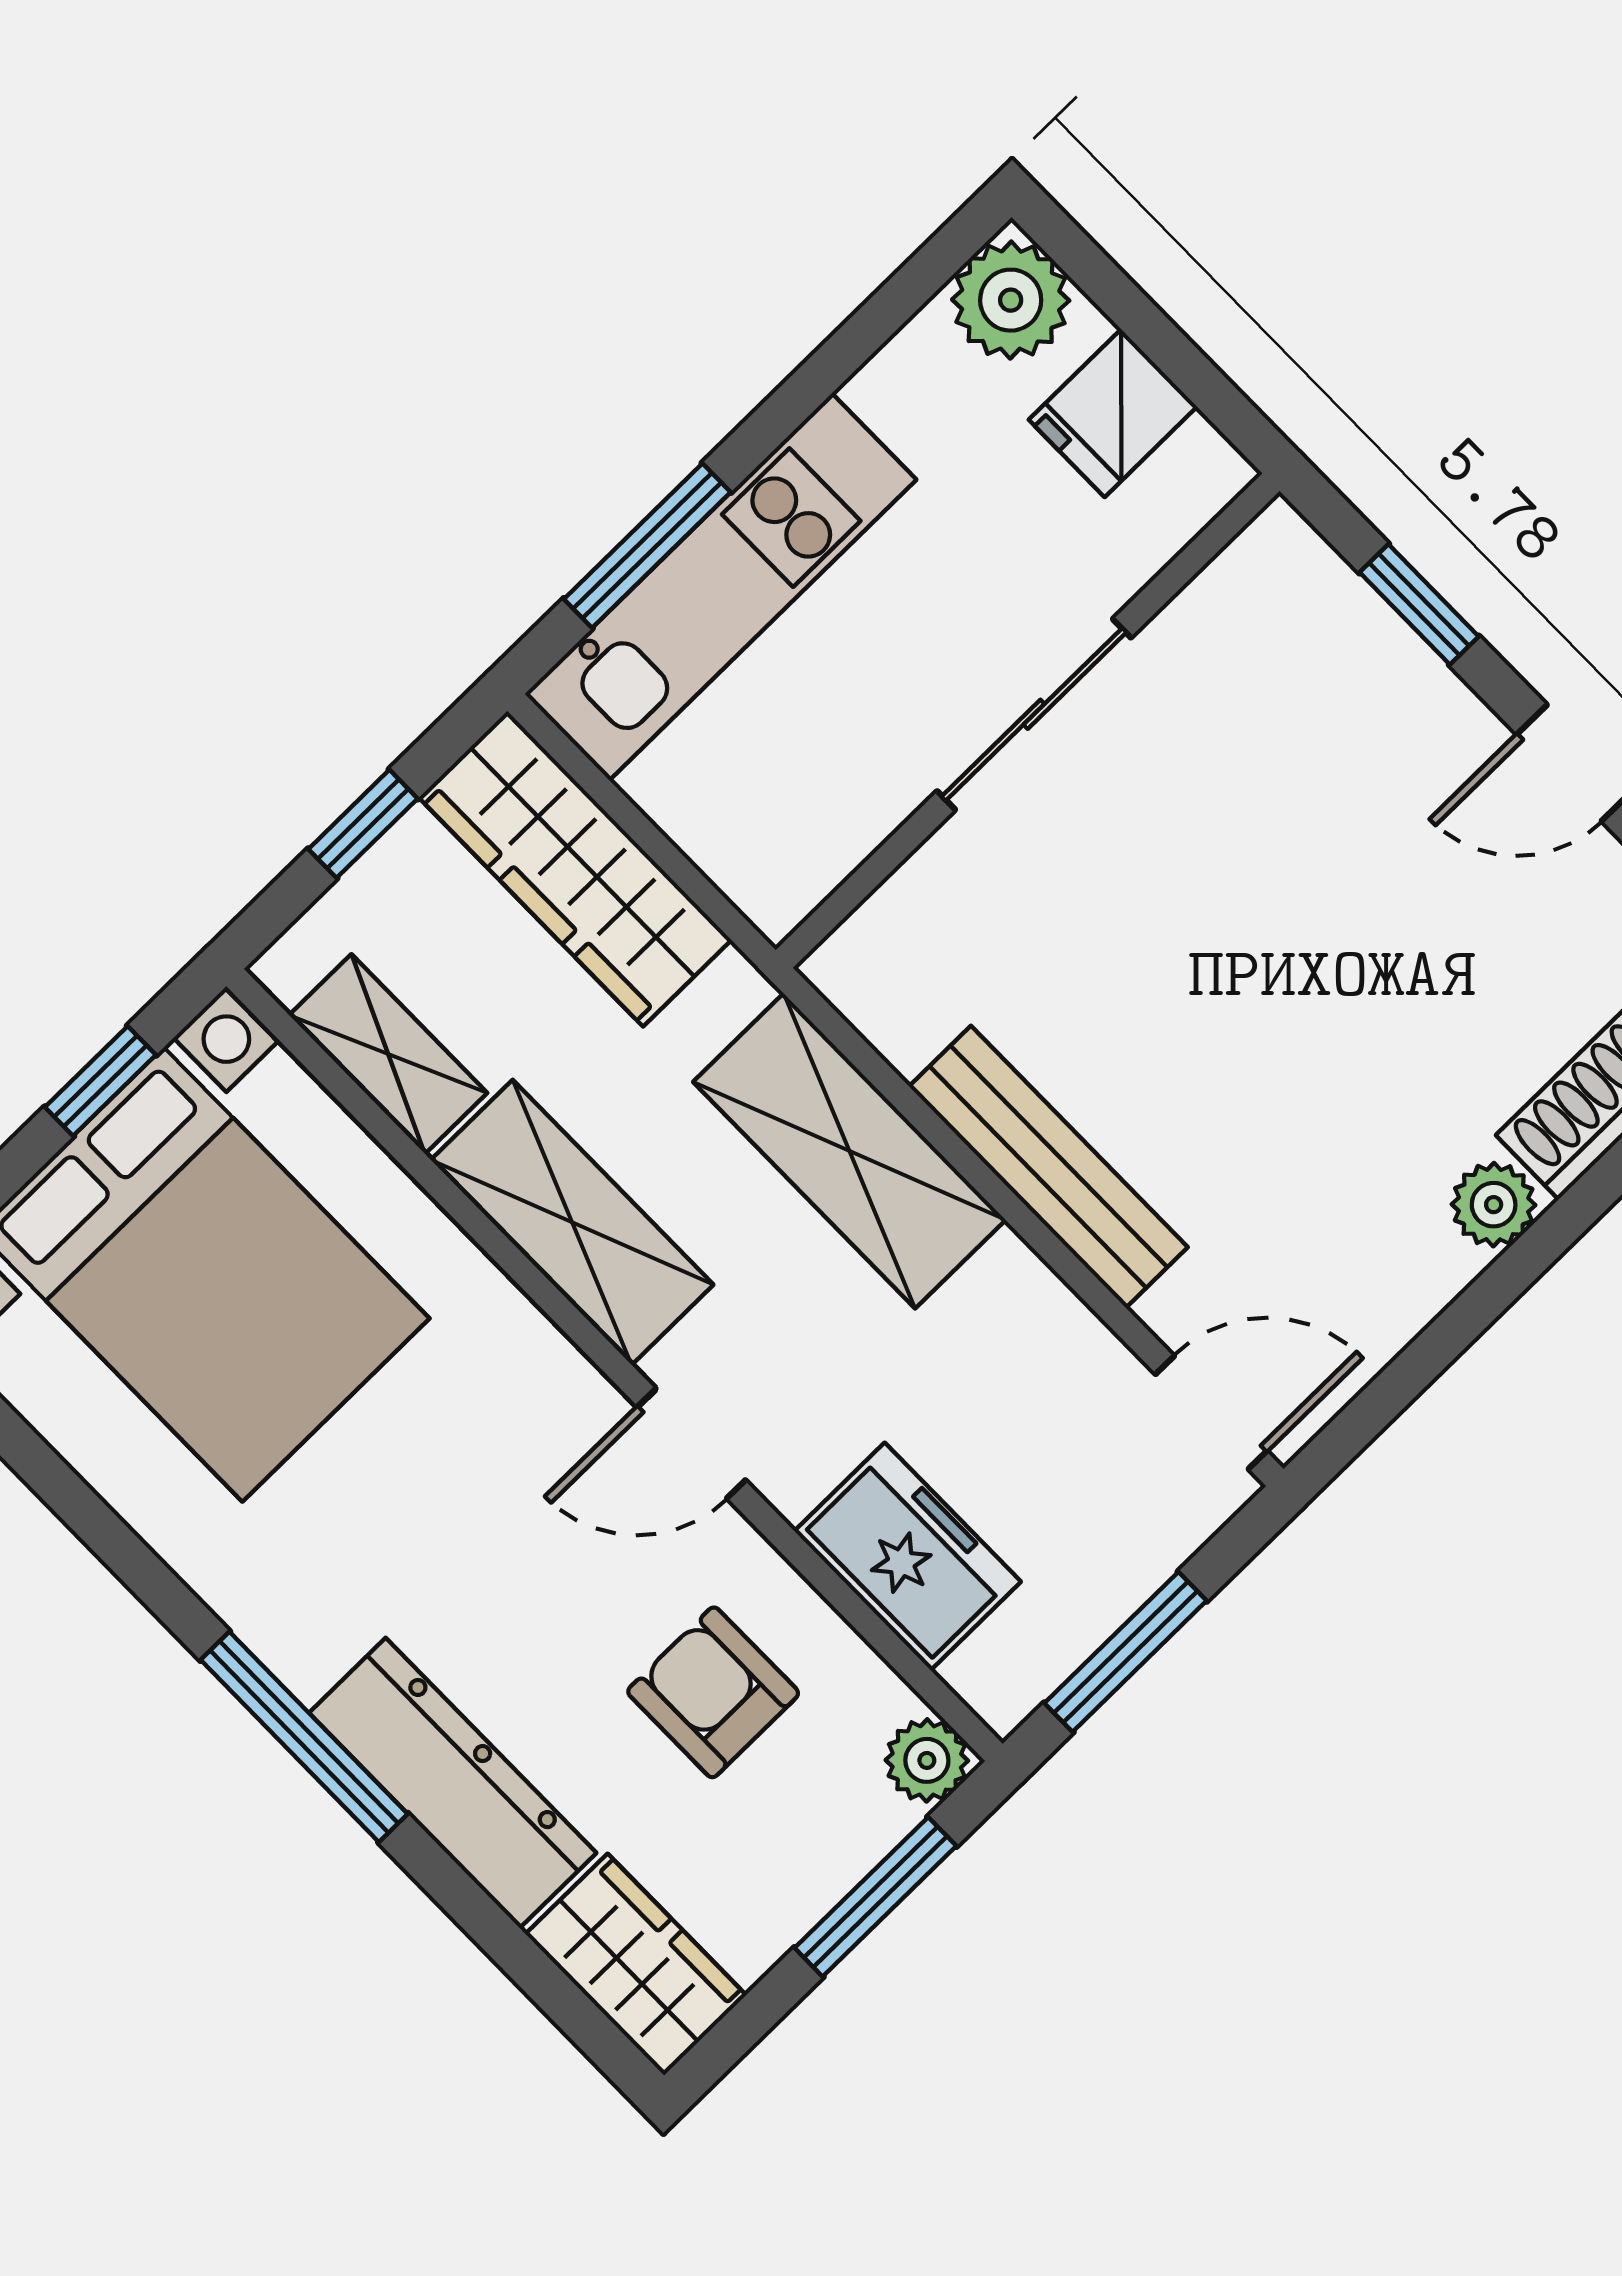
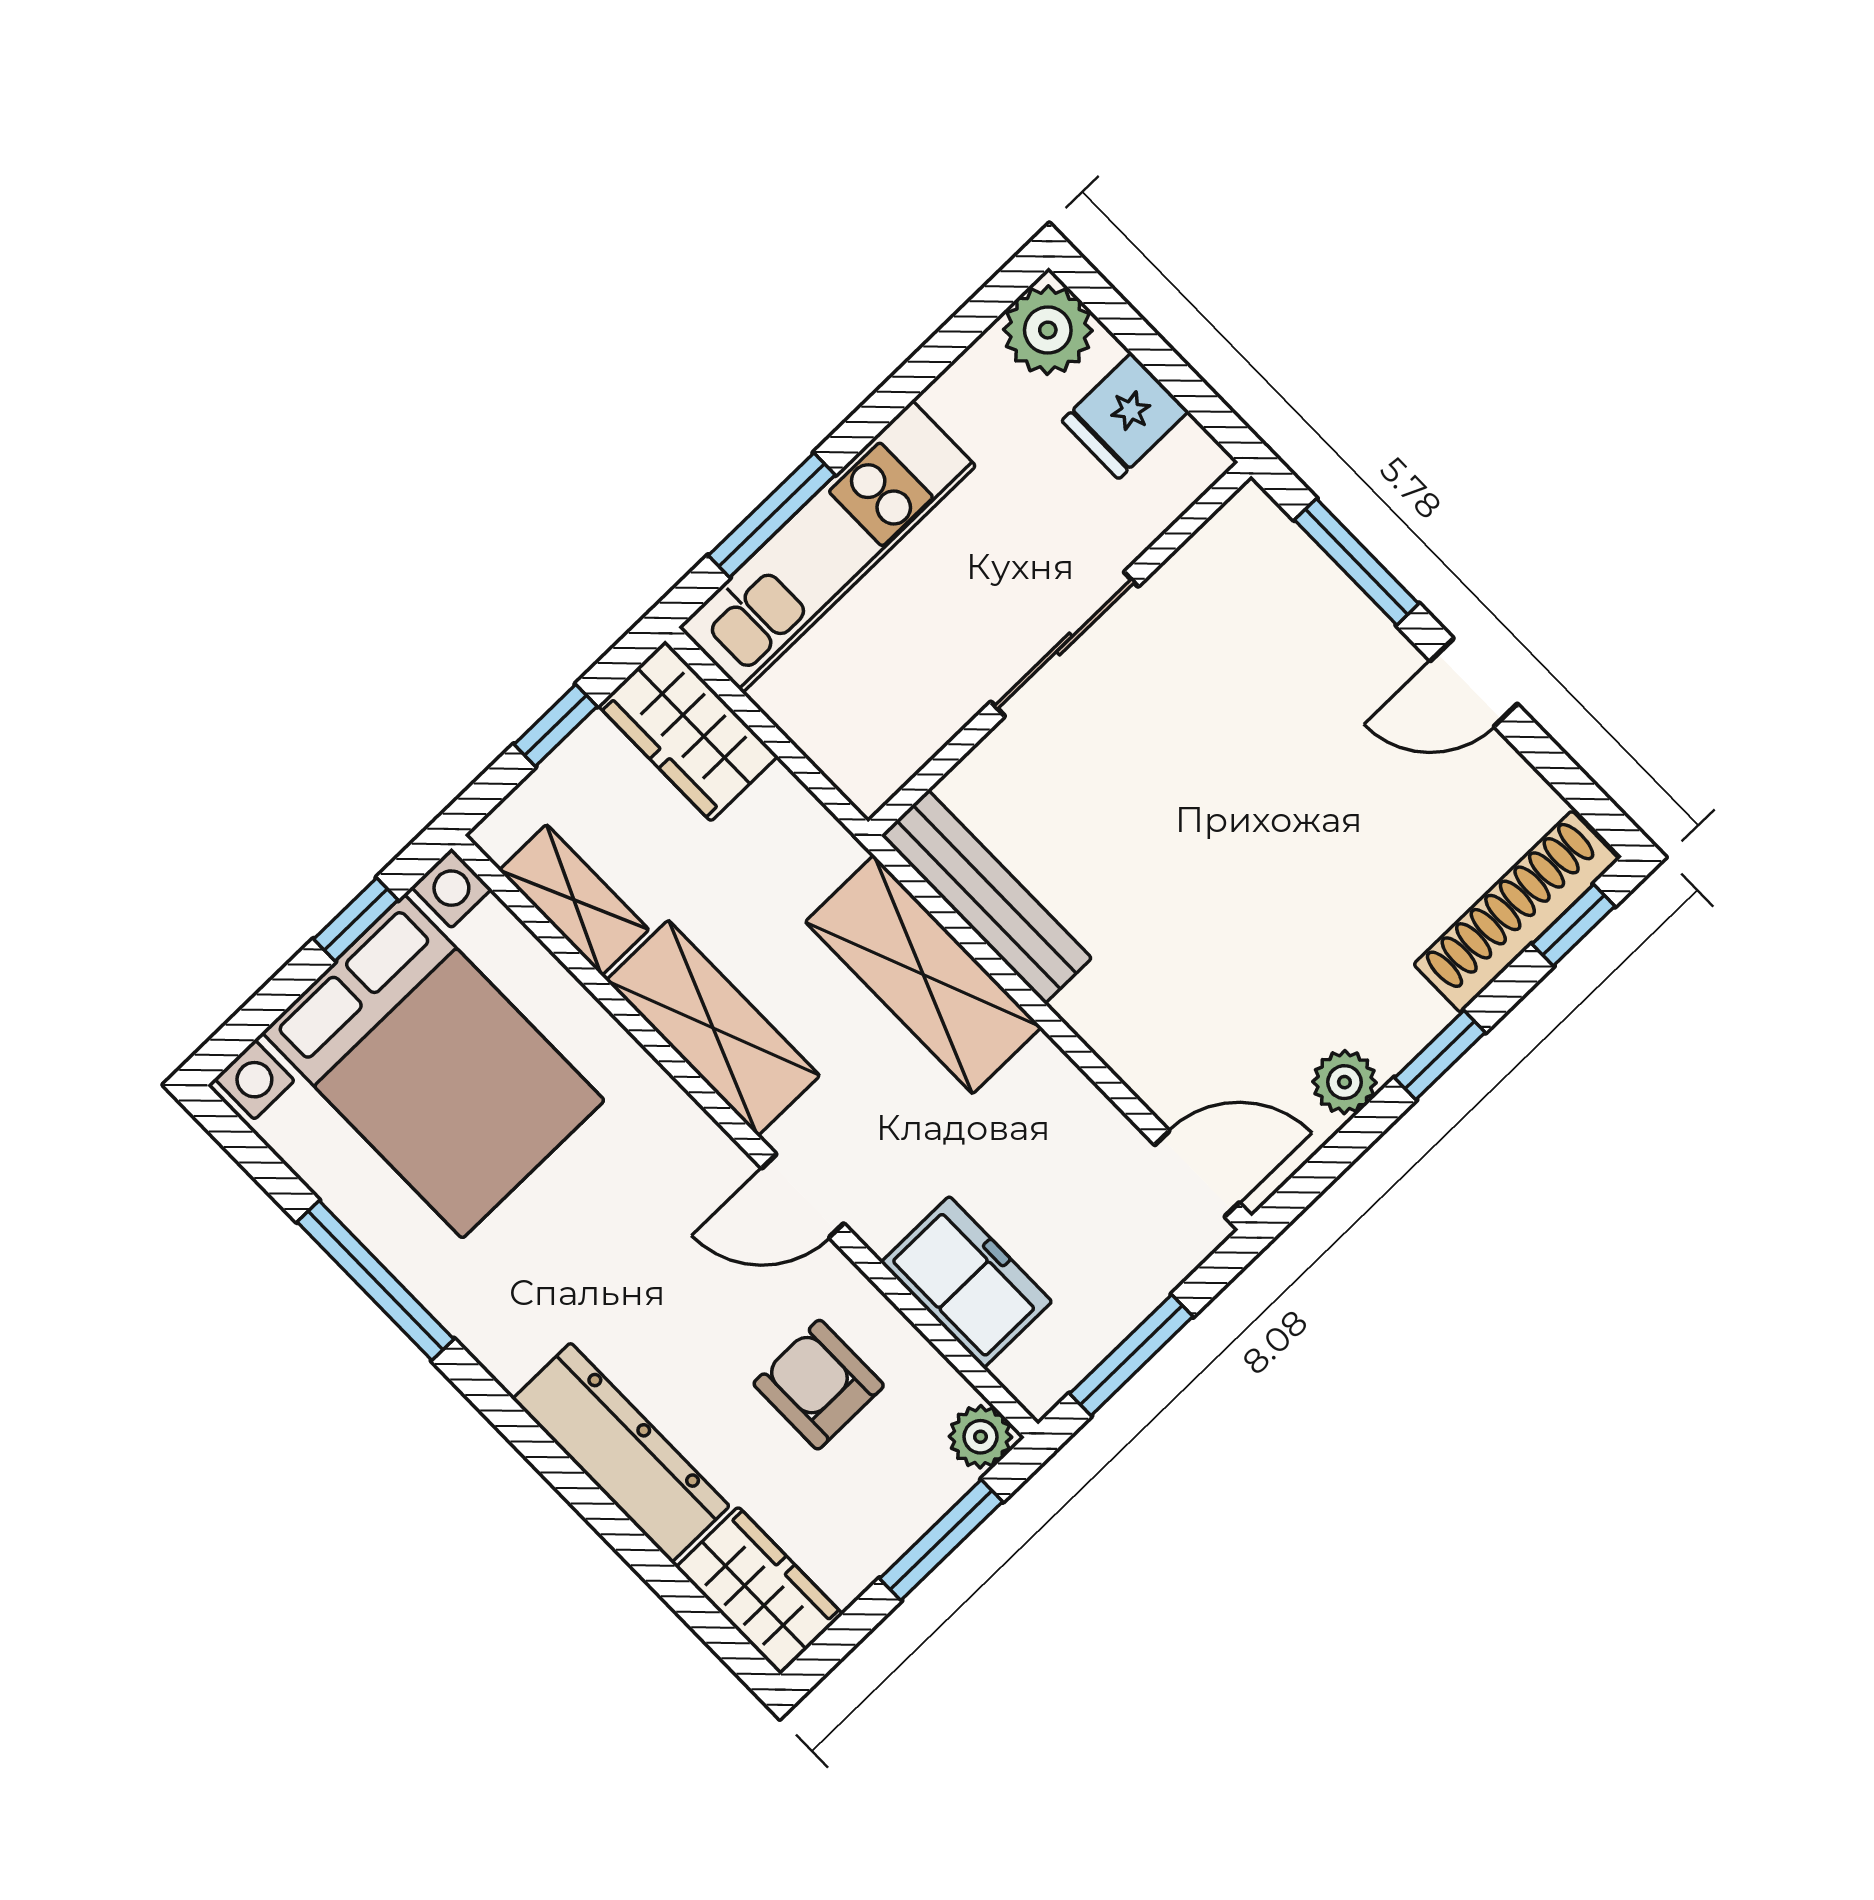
window: (1419, 604) -> (1357, 562), width x1.50
wardrobe: (575, 869) -> (688, 731), width x0.67
bench: (1048, 1167) -> (986, 897), moved
plant: (1494, 1205) -> (1344, 1082), moved
window: (1531, 1255) -> (1440, 1055), added
window: (304, 1737) -> (375, 1280), moved

